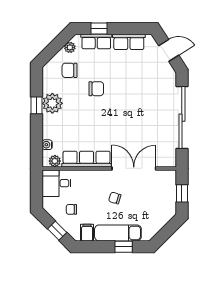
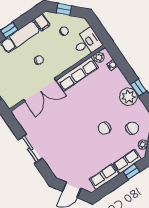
sliding door: (182, 118) -> (30, 149), width x0.54

